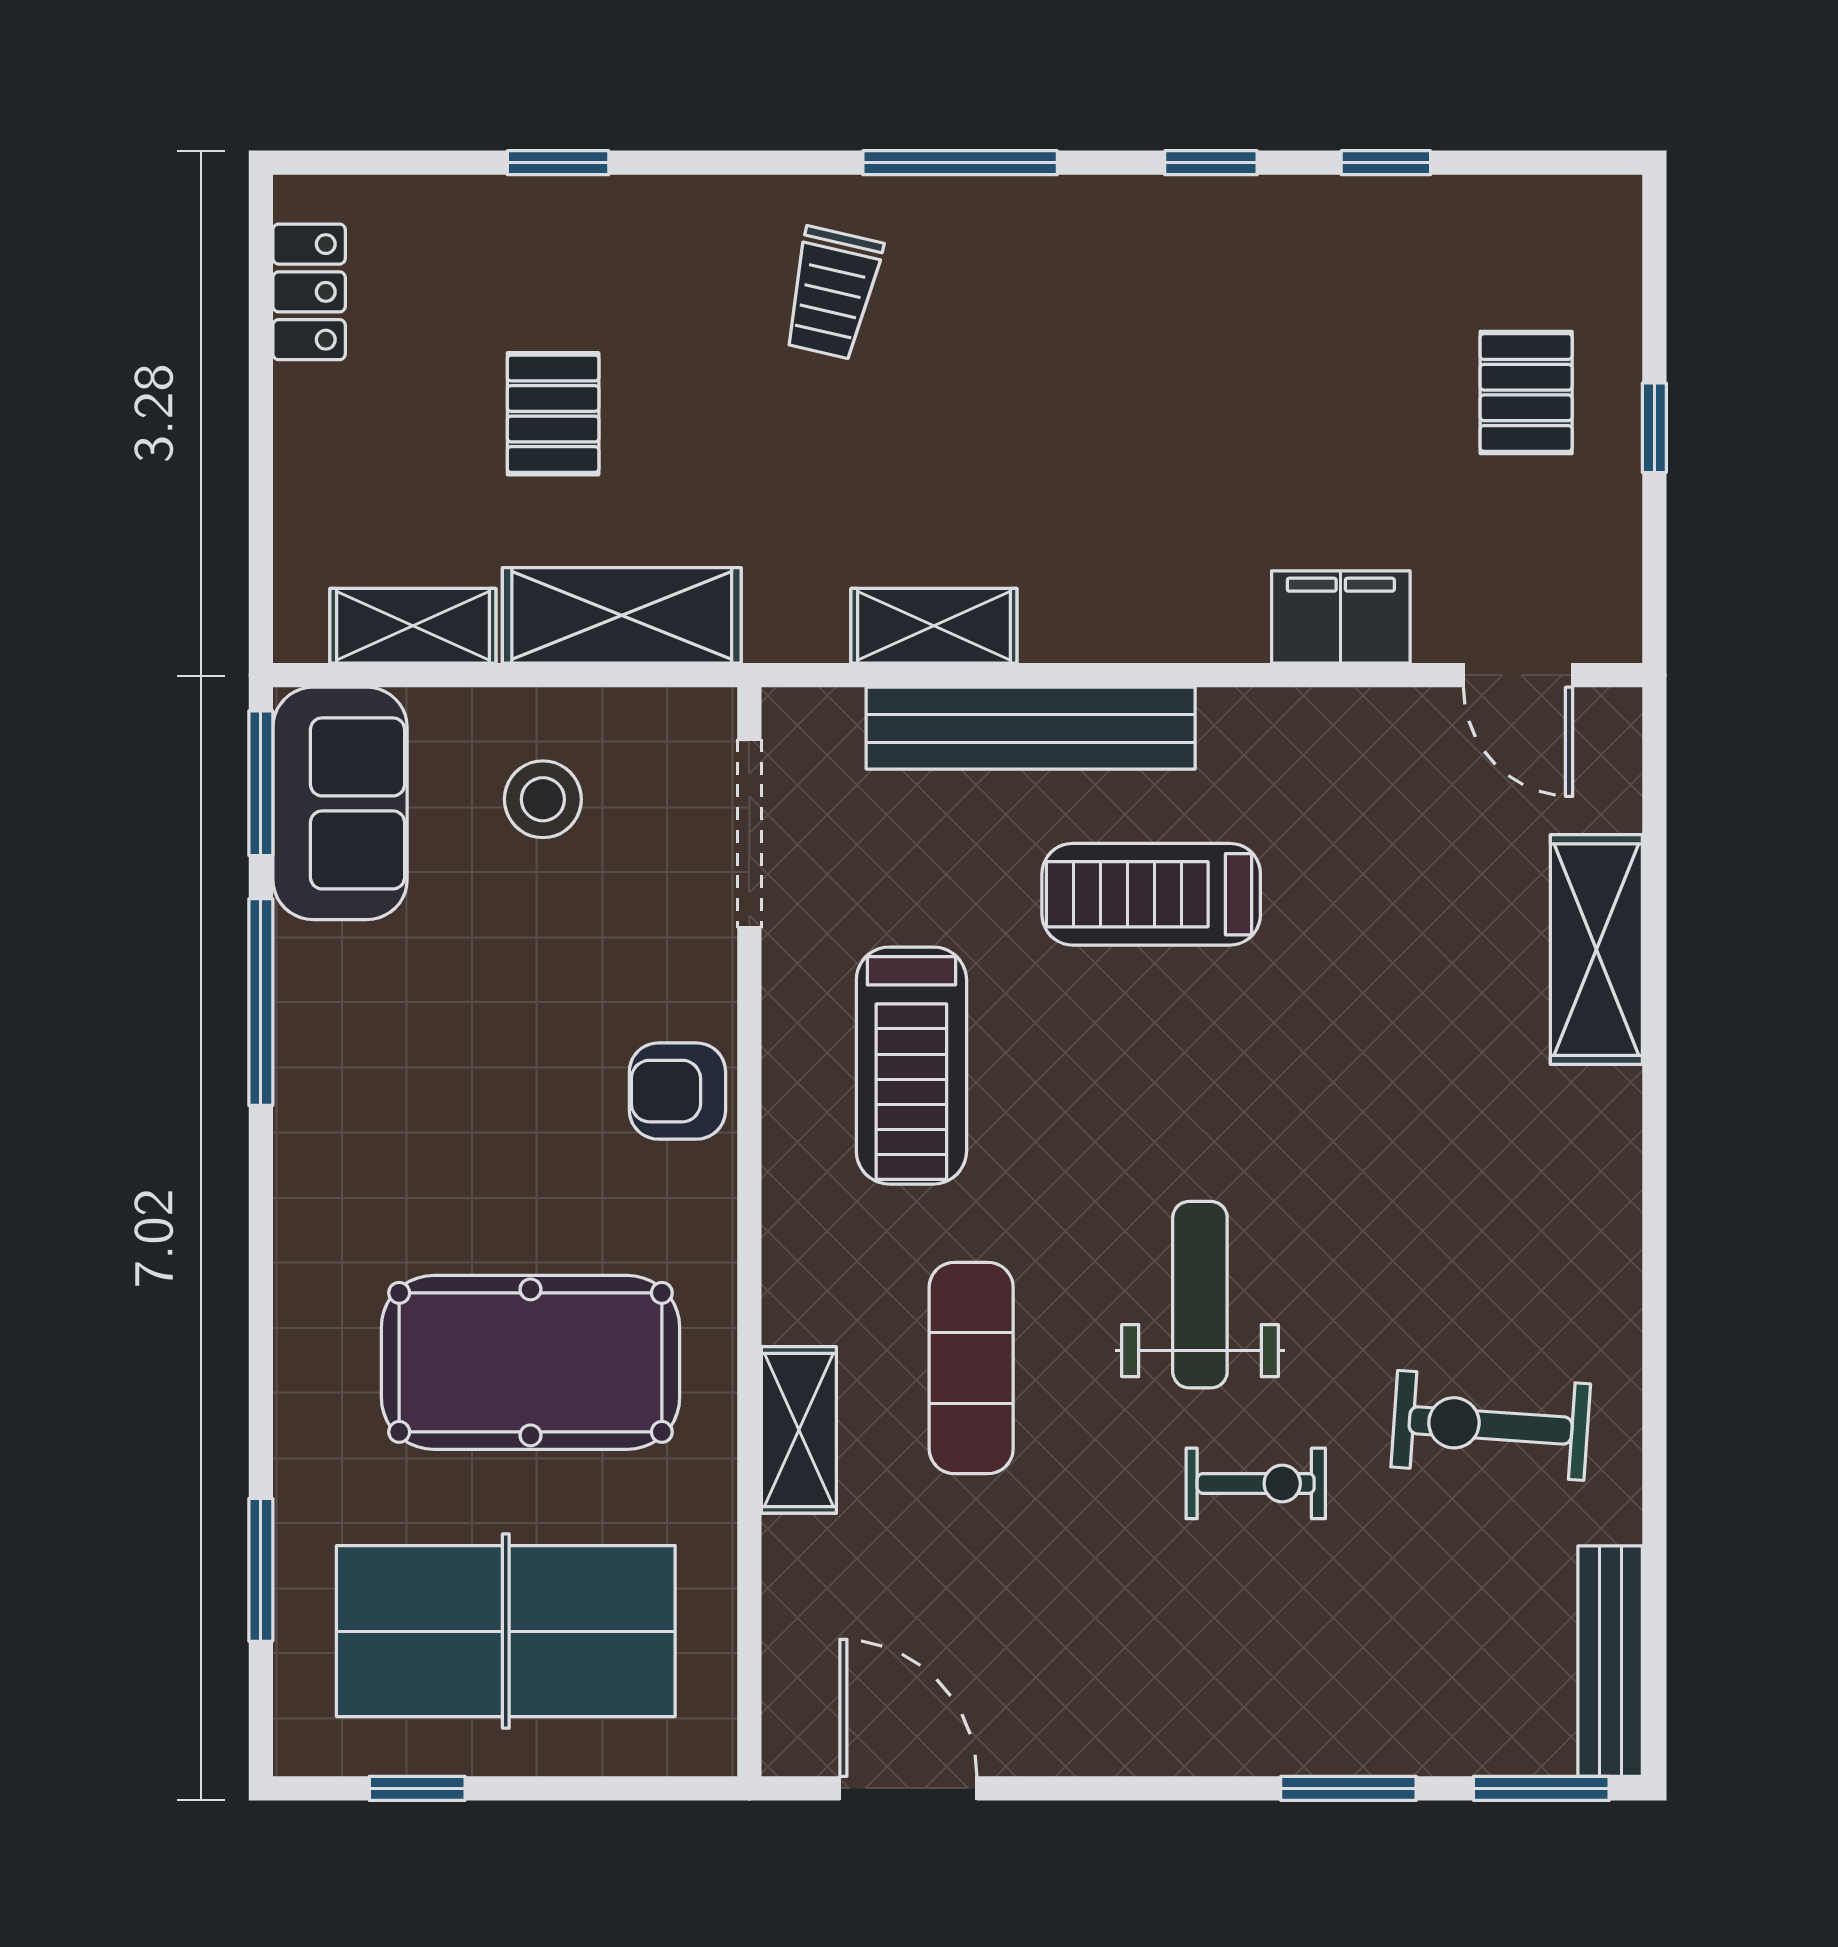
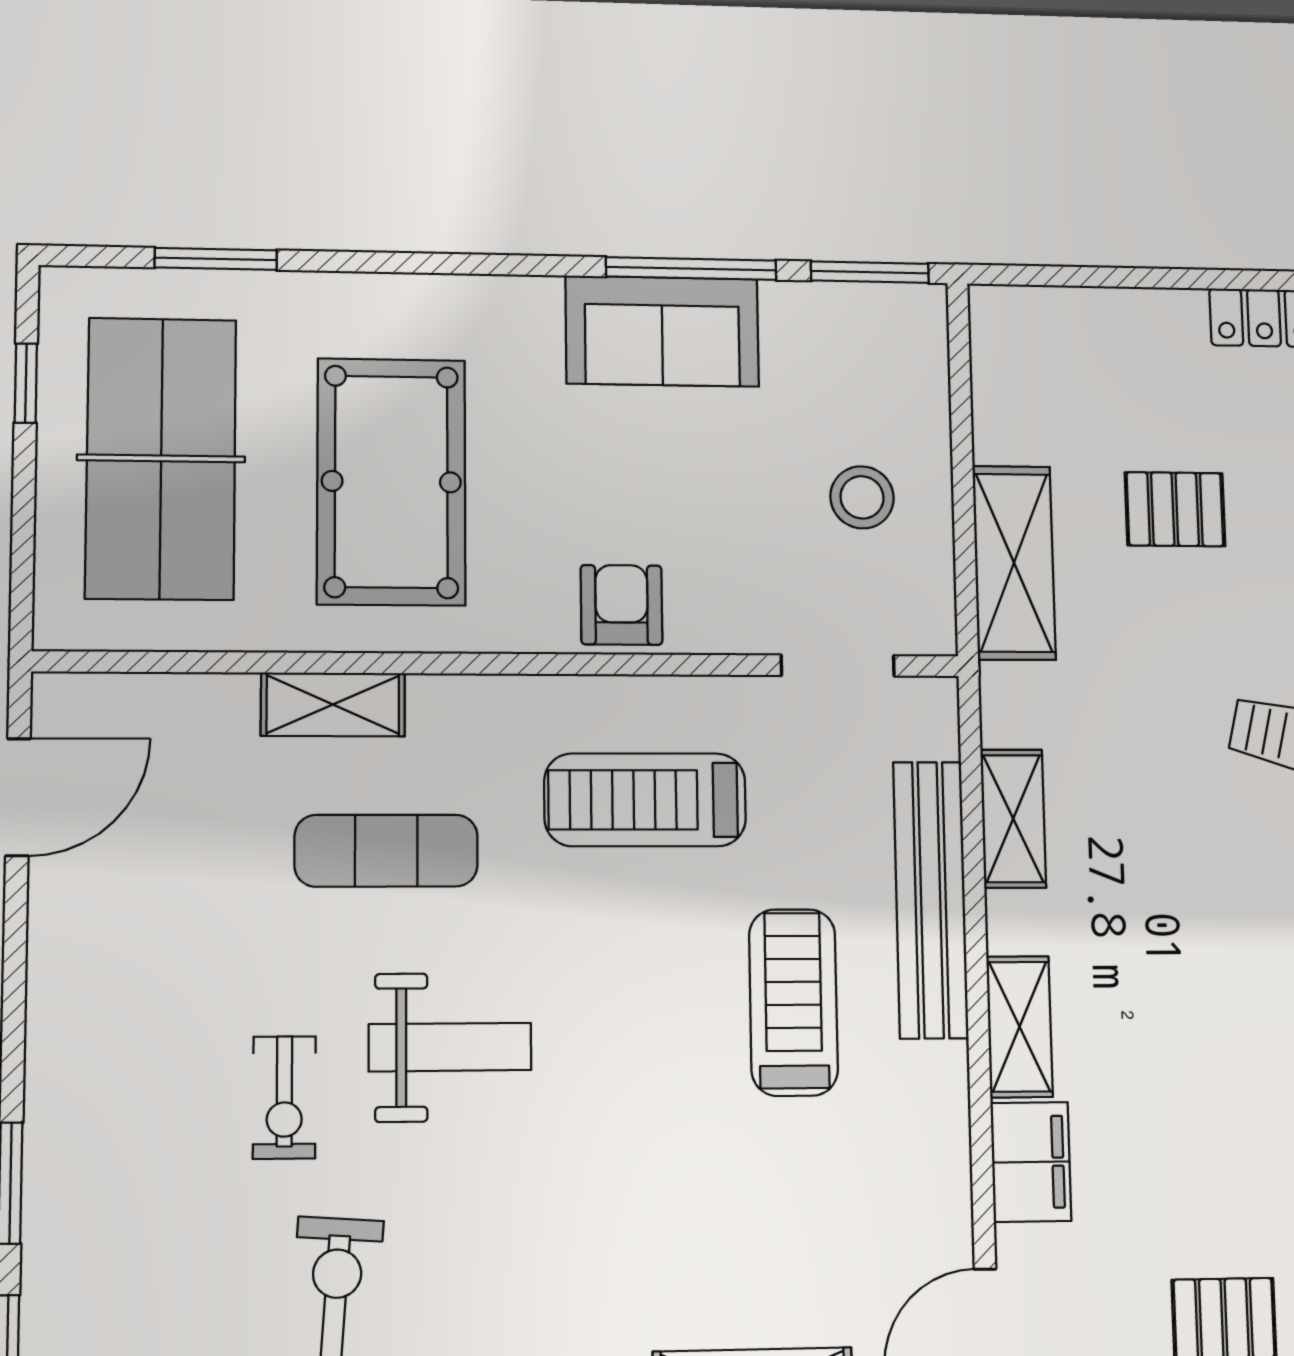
shelving: (413, 626) -> (1019, 1027), moved
sofa: (340, 803) -> (662, 331), moved
doorway: (749, 833) -> (838, 666), width x0.73

